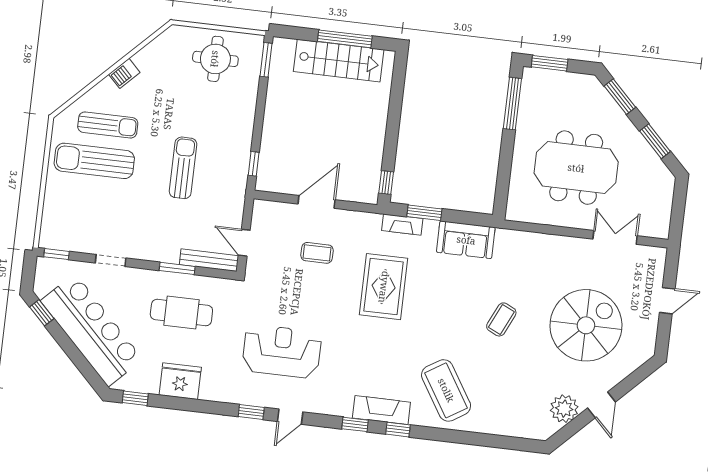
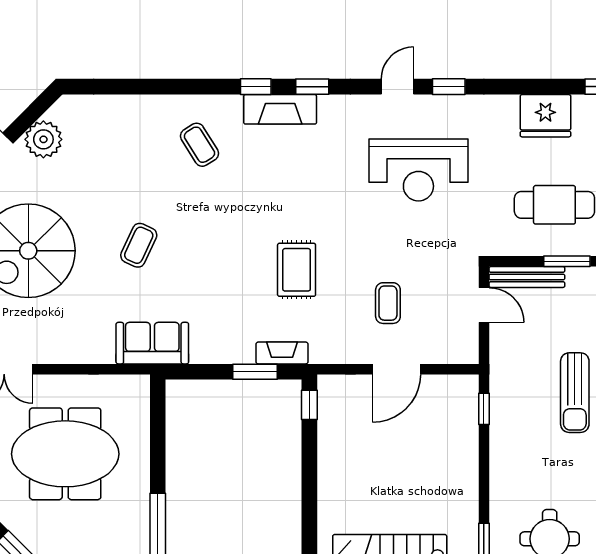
sofa: (466, 240) -> (152, 343), moved
coffee table: (317, 253) -> (388, 303), turned 90
rug: (384, 287) -> (297, 270), width x0.73, depth x0.70
coffee table: (446, 390) -> (199, 145), width x0.54, depth x0.58

